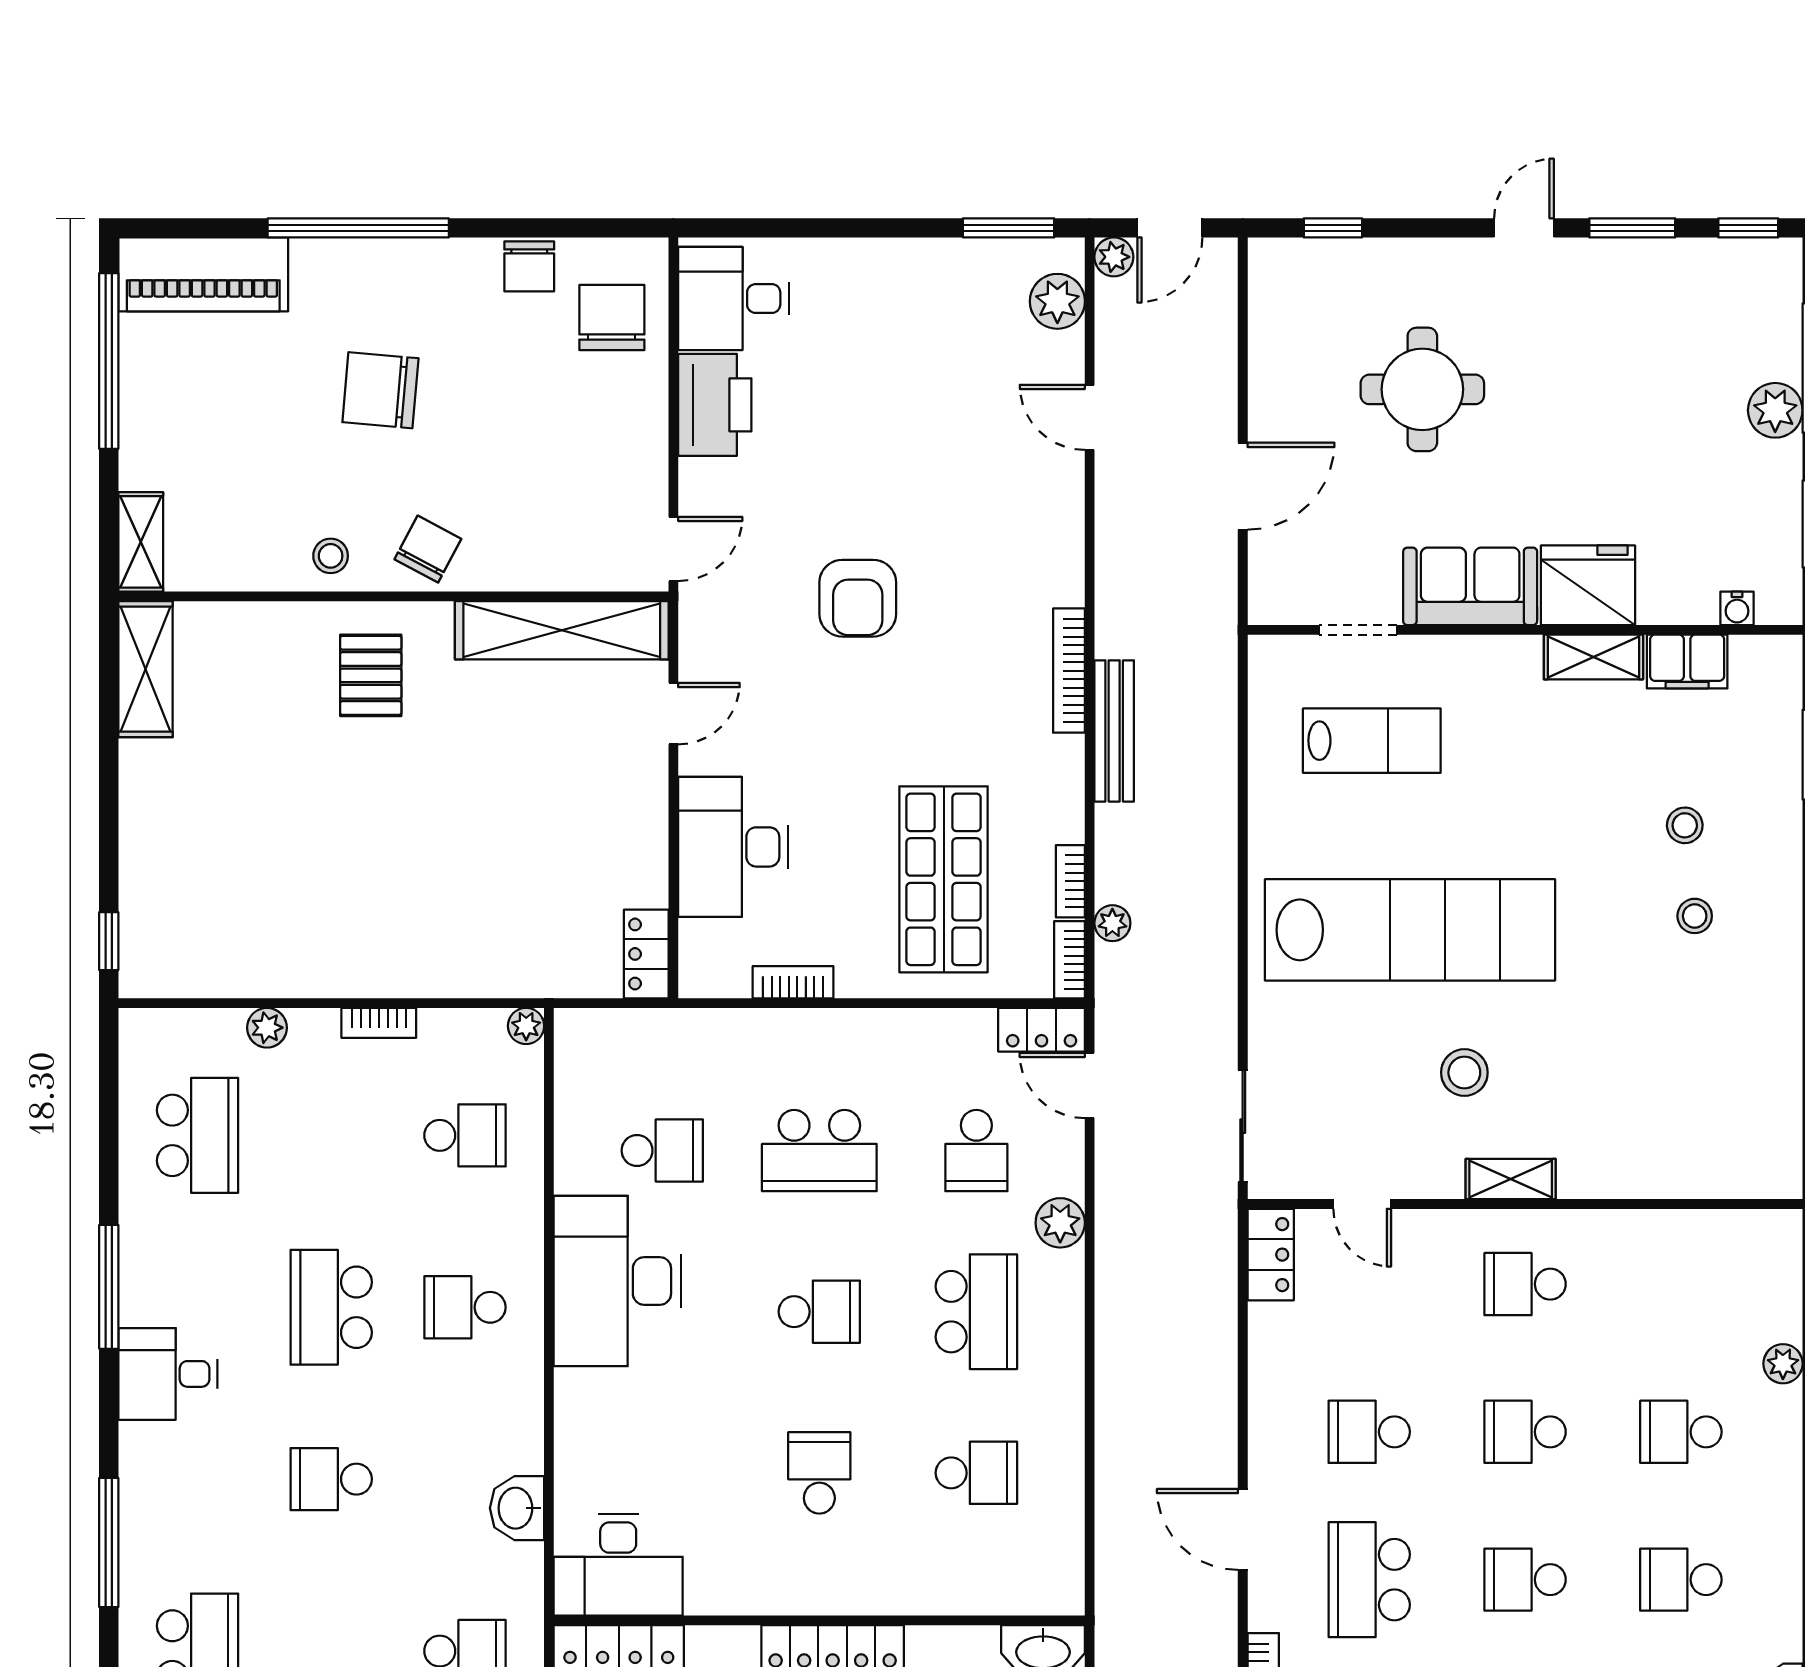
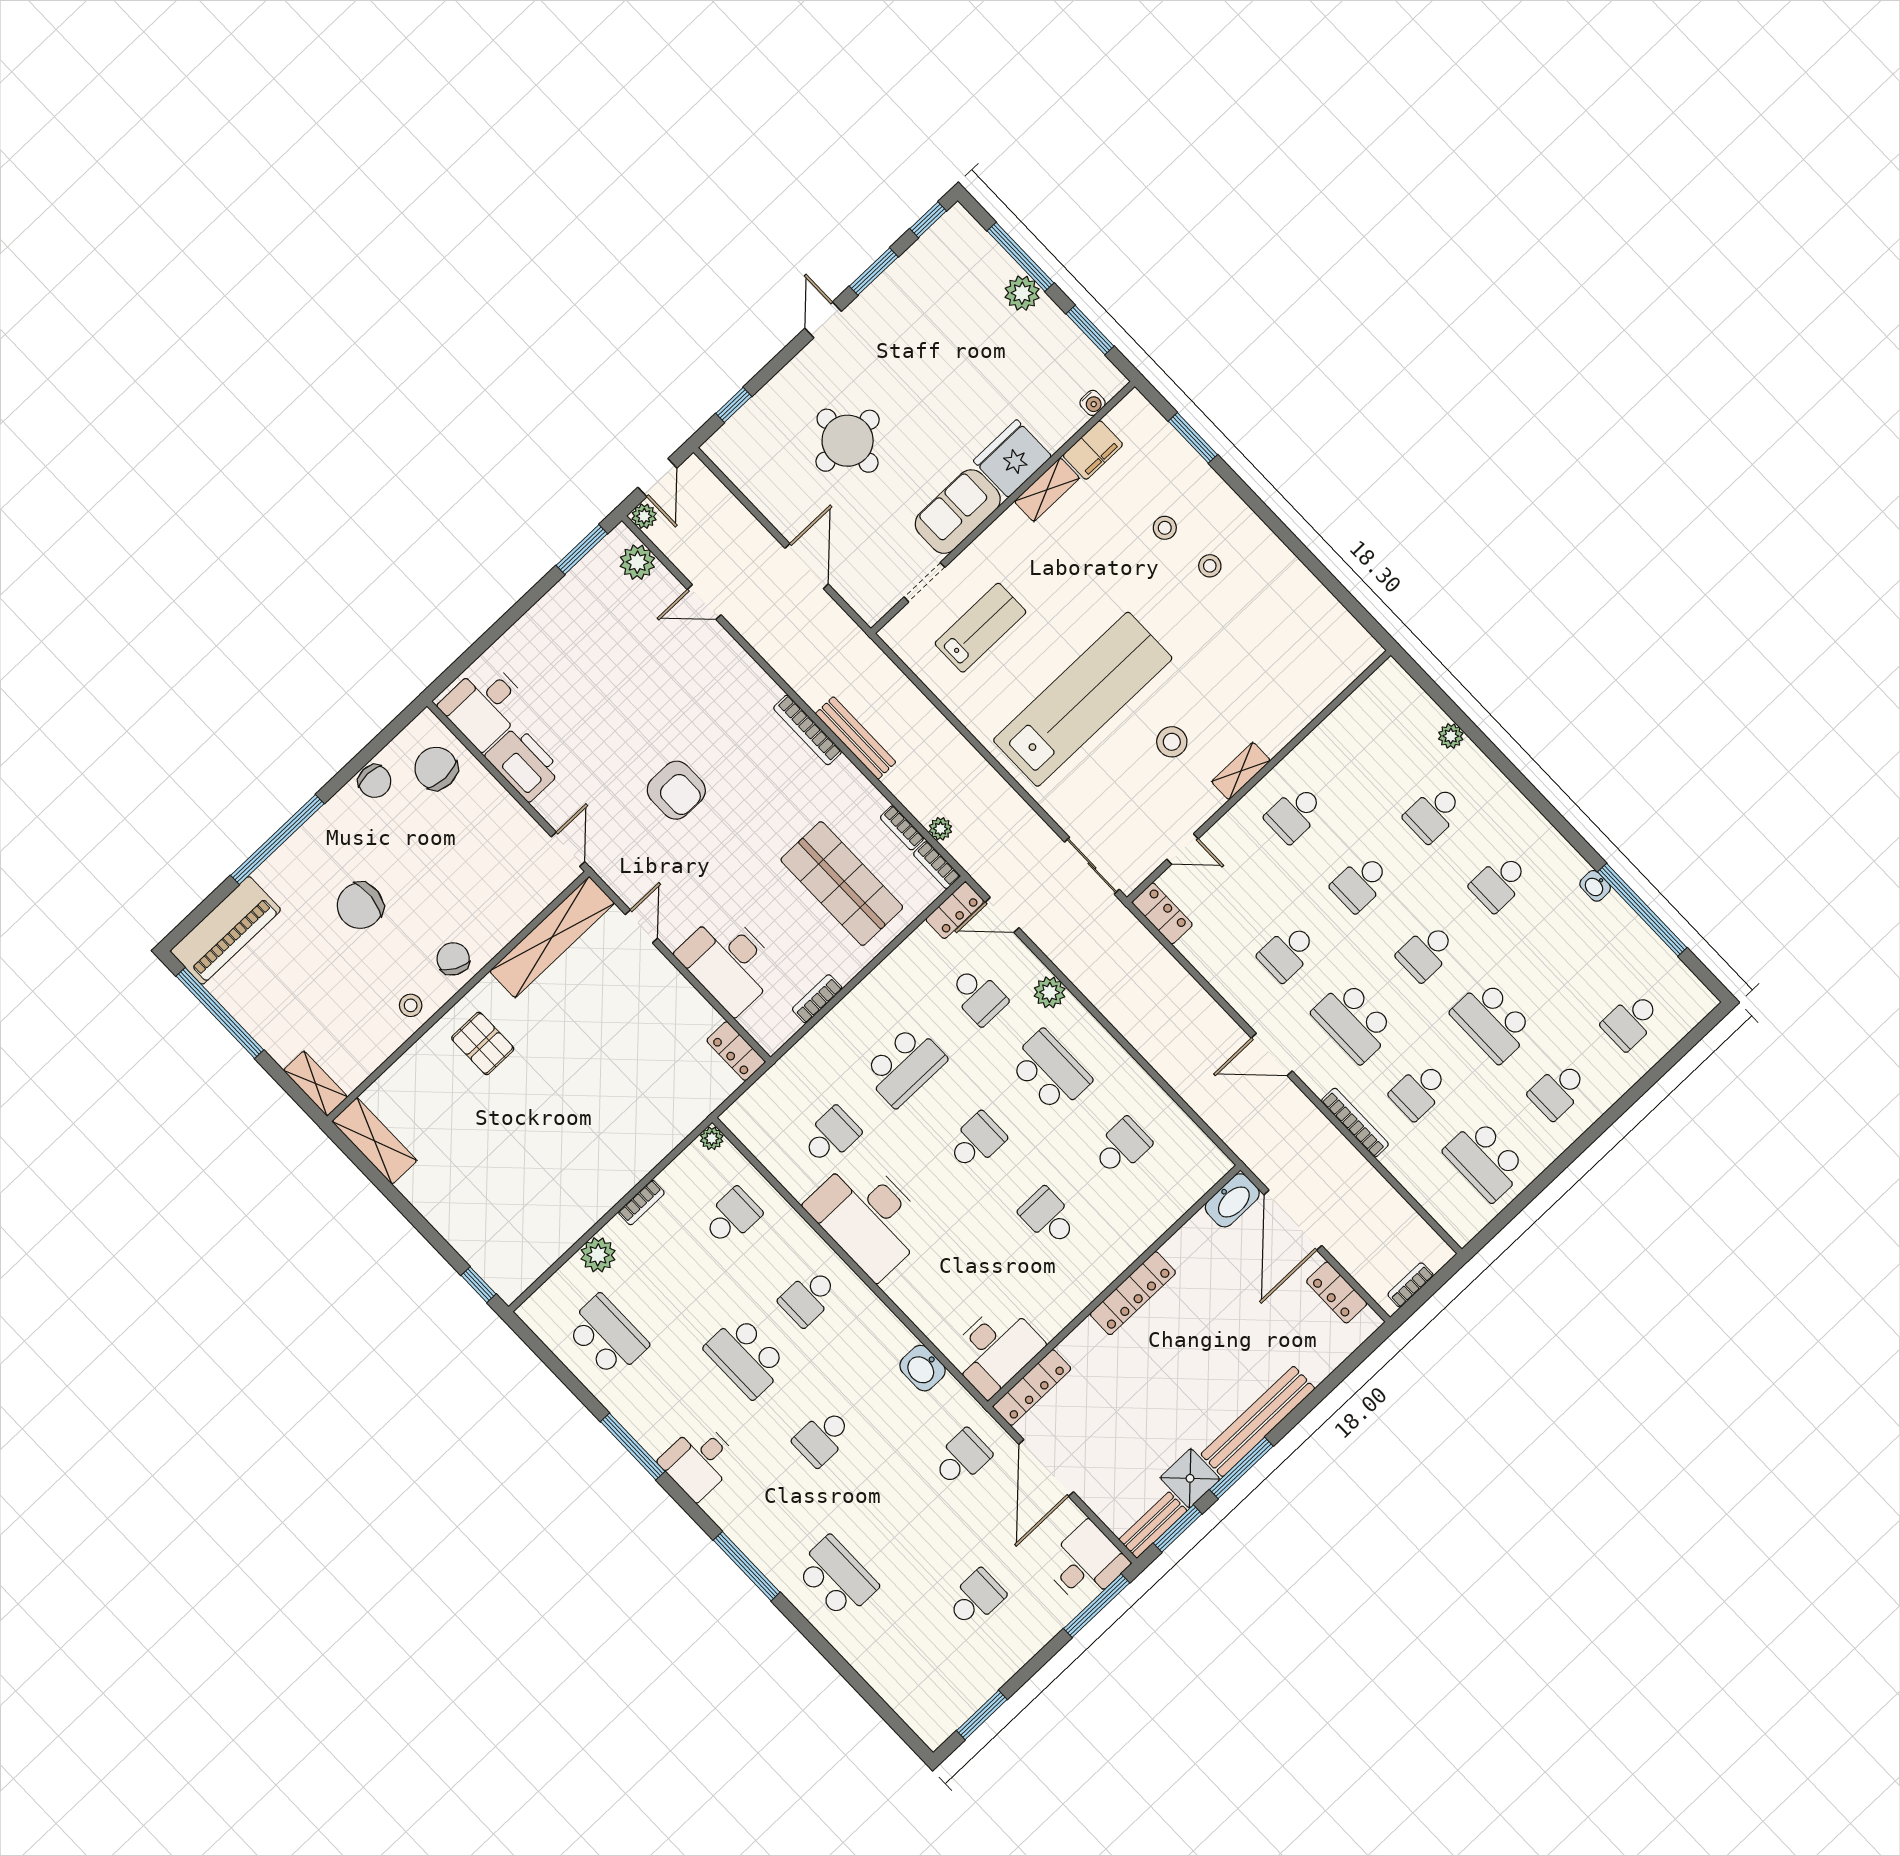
plant: (267, 1028) -> (598, 1255), width x1.38, depth x1.38

